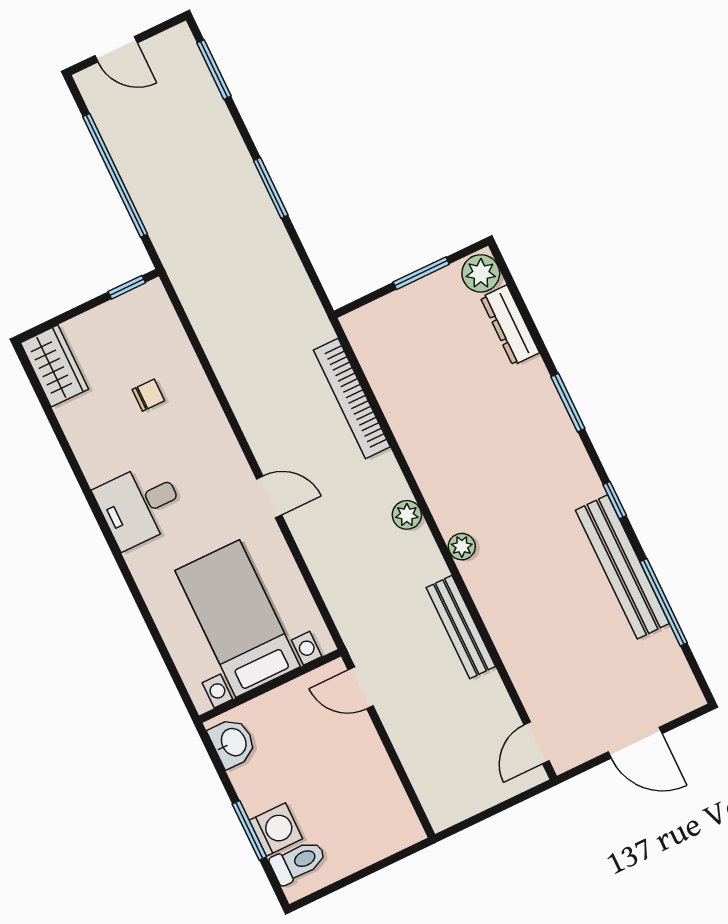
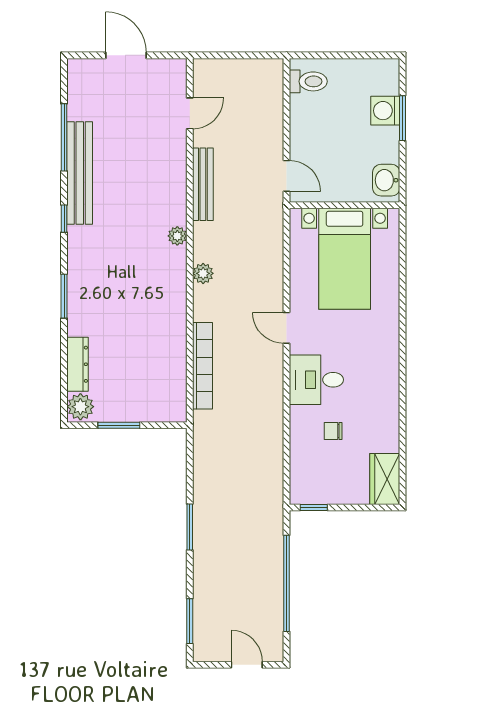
desk: (140, 505) -> (316, 380), moved, turned 180
door: (537, 743) -> (190, 113), moved
toilet: (298, 862) -> (308, 81), moved, turned 180

